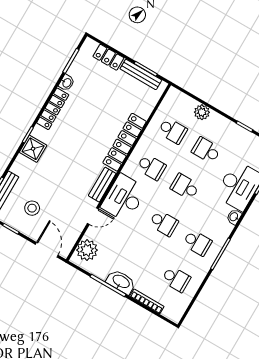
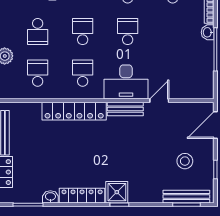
shower: (33, 149) -> (117, 192), moved
school desk: (185, 187) -> (83, 32), turned 180
door: (93, 216) -> (159, 101), hinge flipped
plant: (87, 250) -> (194, 88), removed
washbasin: (121, 282) -> (208, 32), width x0.52, depth x0.69

